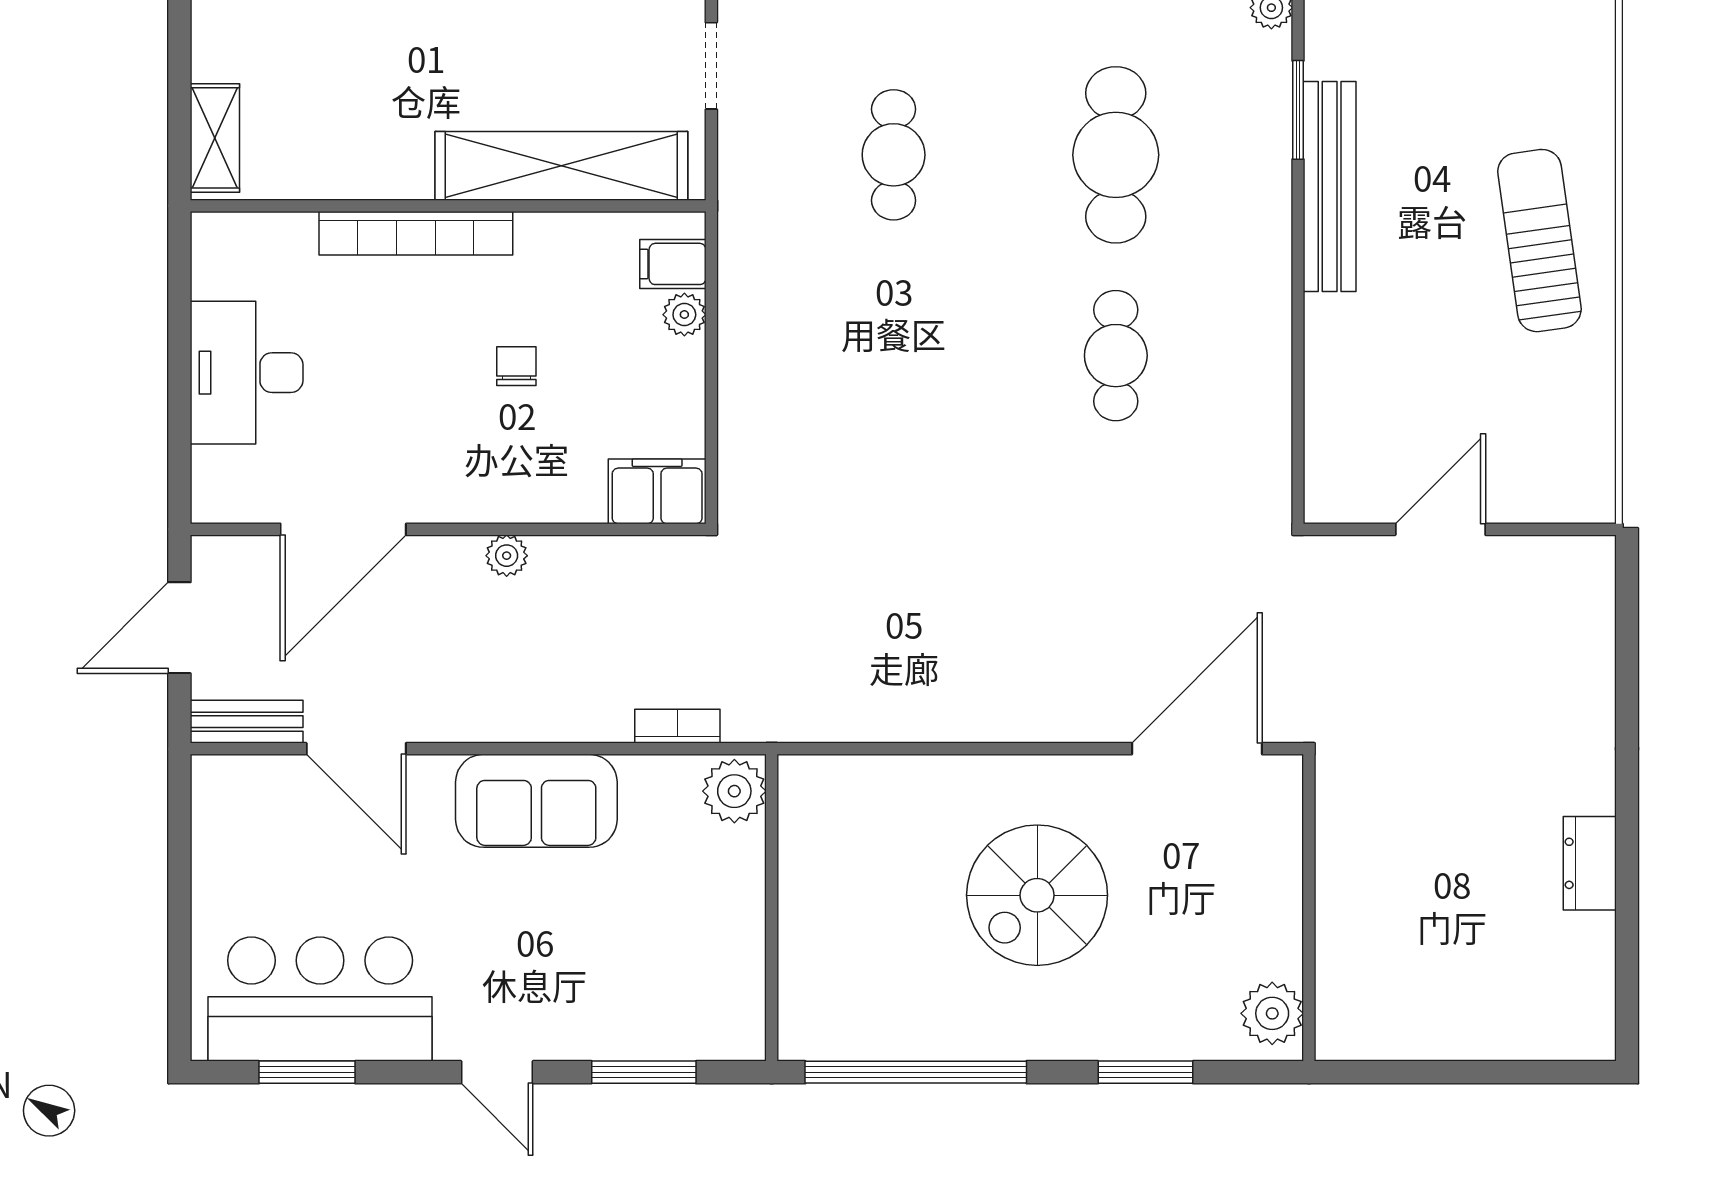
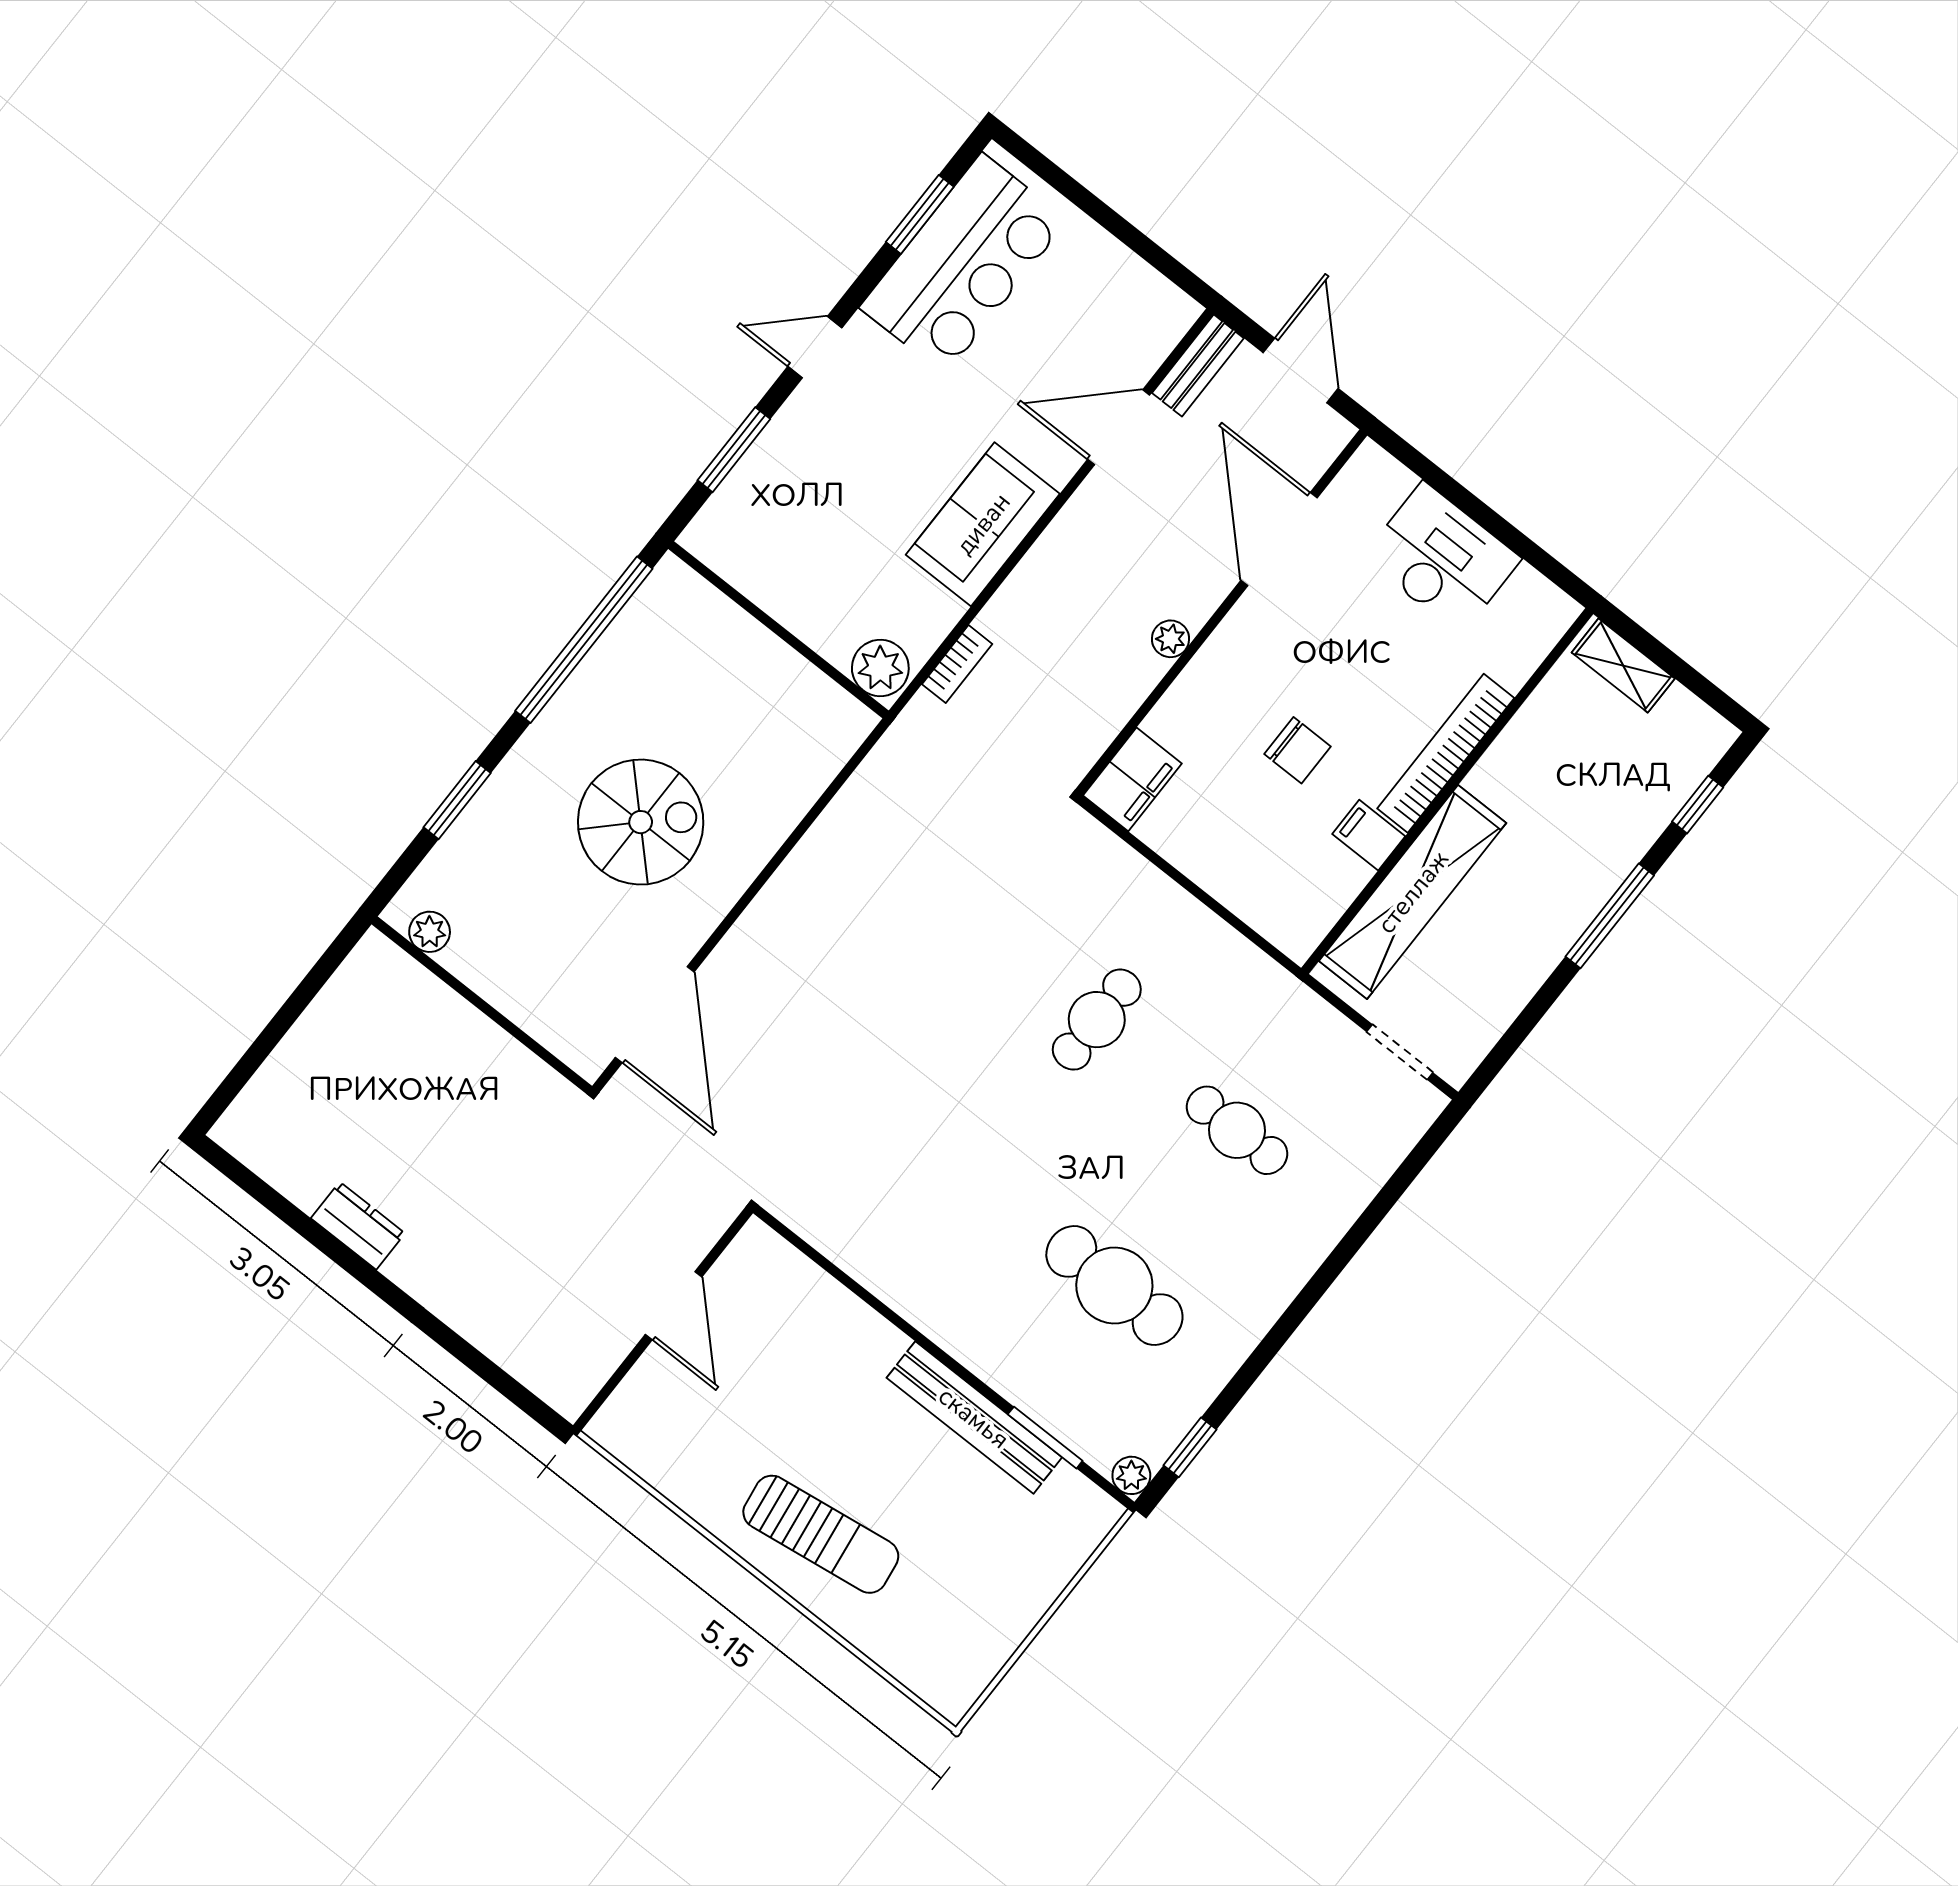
filing cabinet: (673, 264) -> (1369, 835), moved, turned -90
plant: (684, 315) -> (1241, 896), removed
cafe table: (1116, 356) -> (1097, 1020), moved, turned 90
chair: (516, 366) -> (1297, 750), width x1.37, depth x1.37
spiral stairs: (1037, 895) -> (641, 822), turned 90
plant: (1272, 1013) -> (430, 932), width x0.73, depth x0.73

